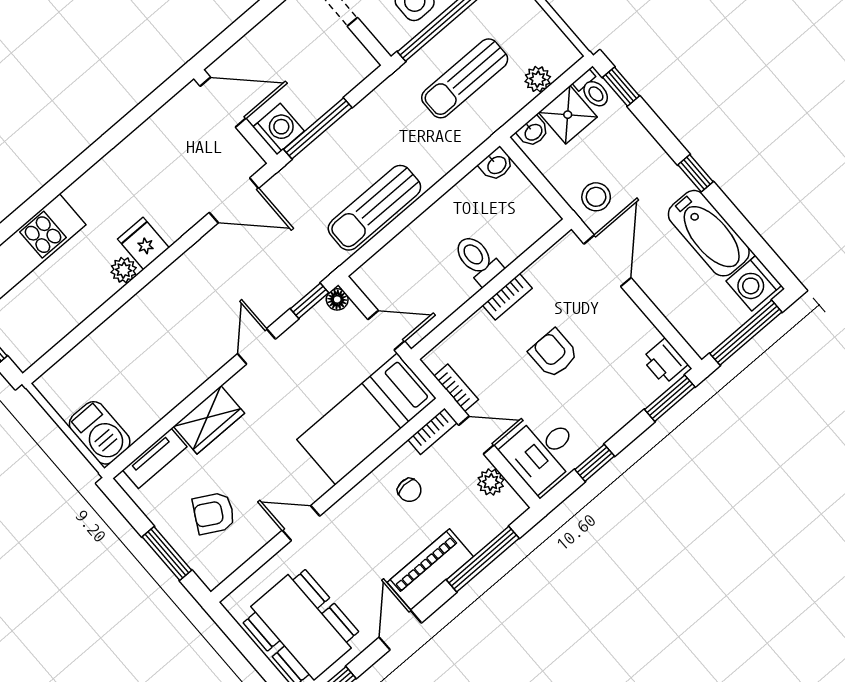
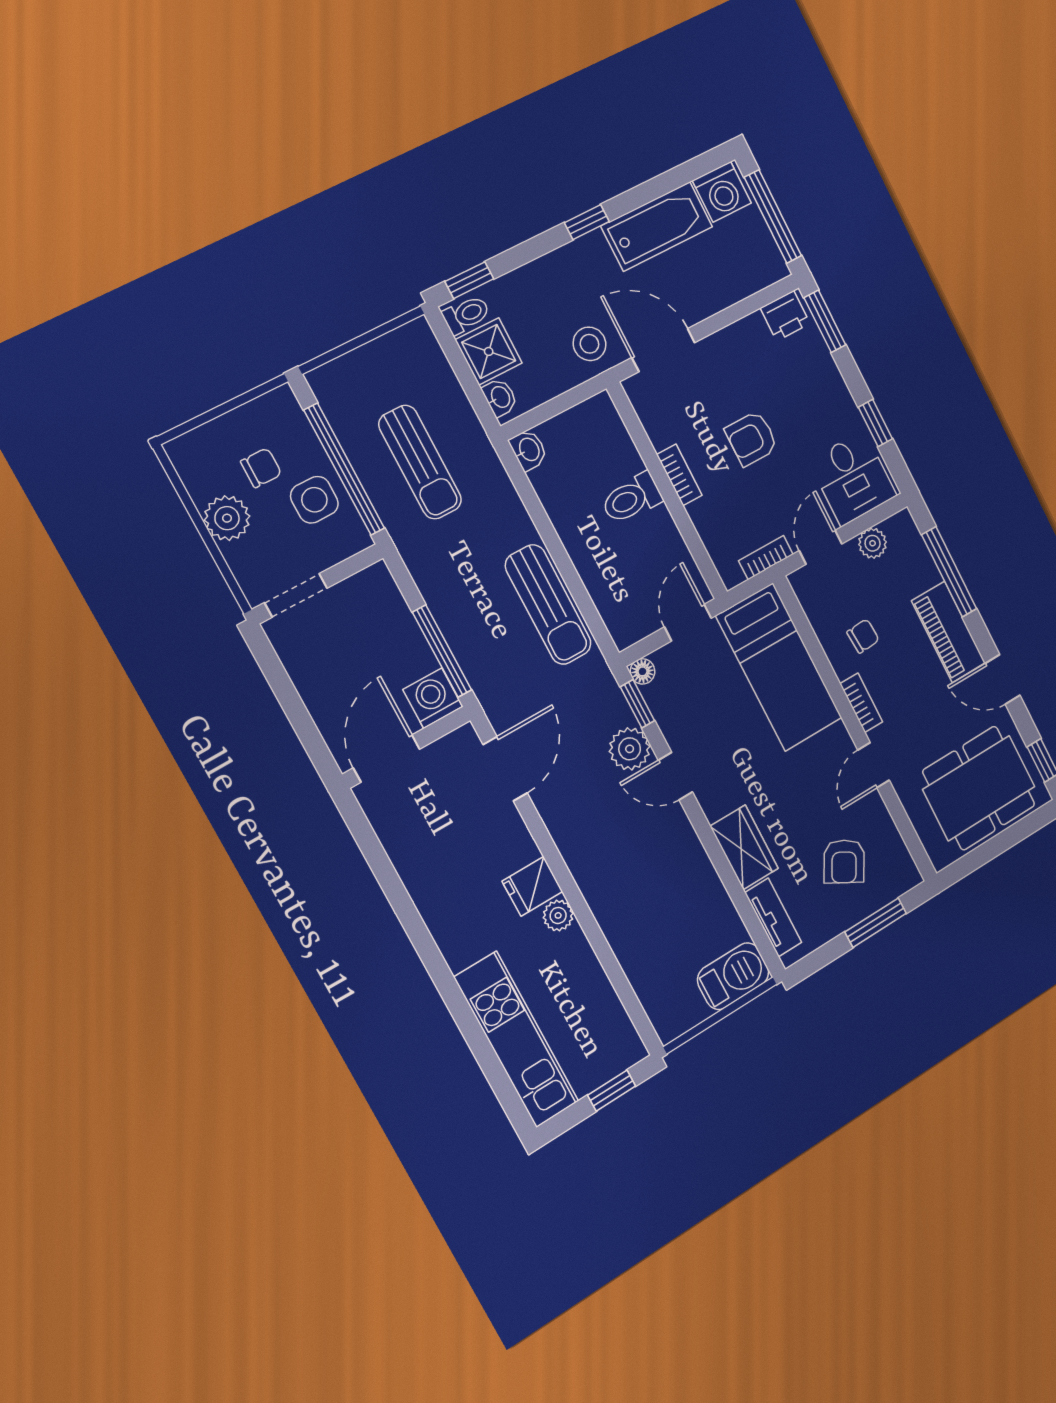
plant: (538, 79) -> (630, 749), moved, width x1.38, depth x1.38
bookcase: (432, 431) -> (861, 703), moved

